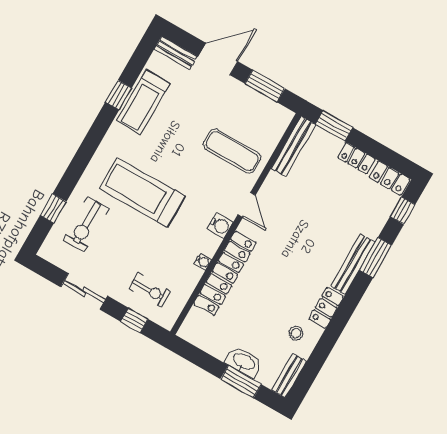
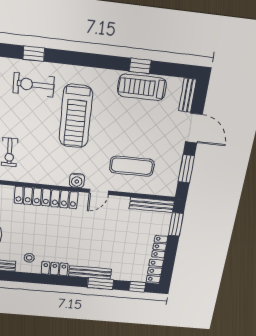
exercise mat: (232, 151) -> (132, 166), turned 90
treadmill: (142, 193) -> (76, 116), turned 180
water cooler: (203, 262) -> (47, 180), removed

